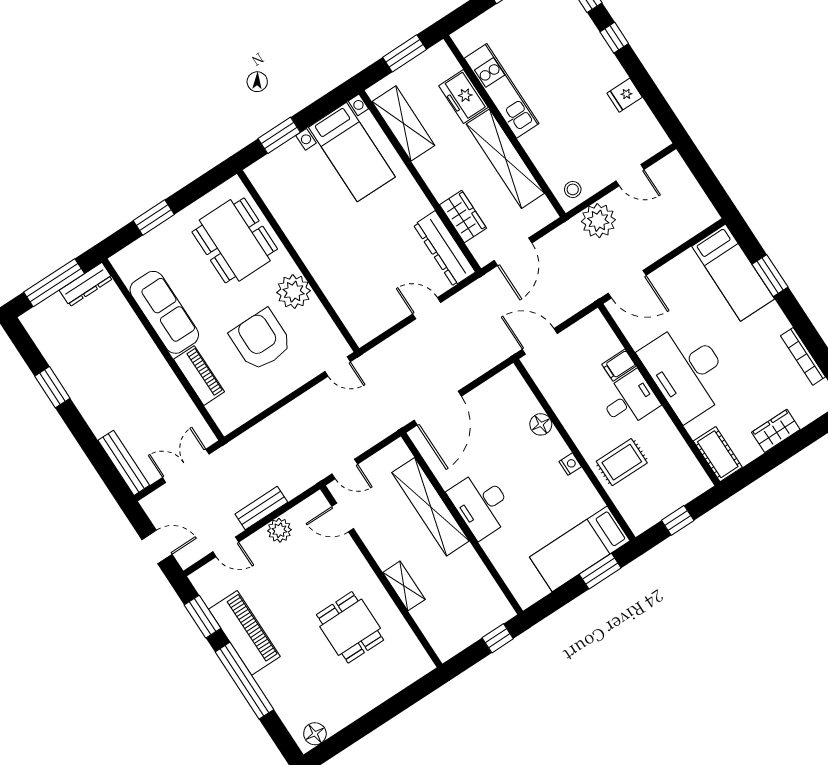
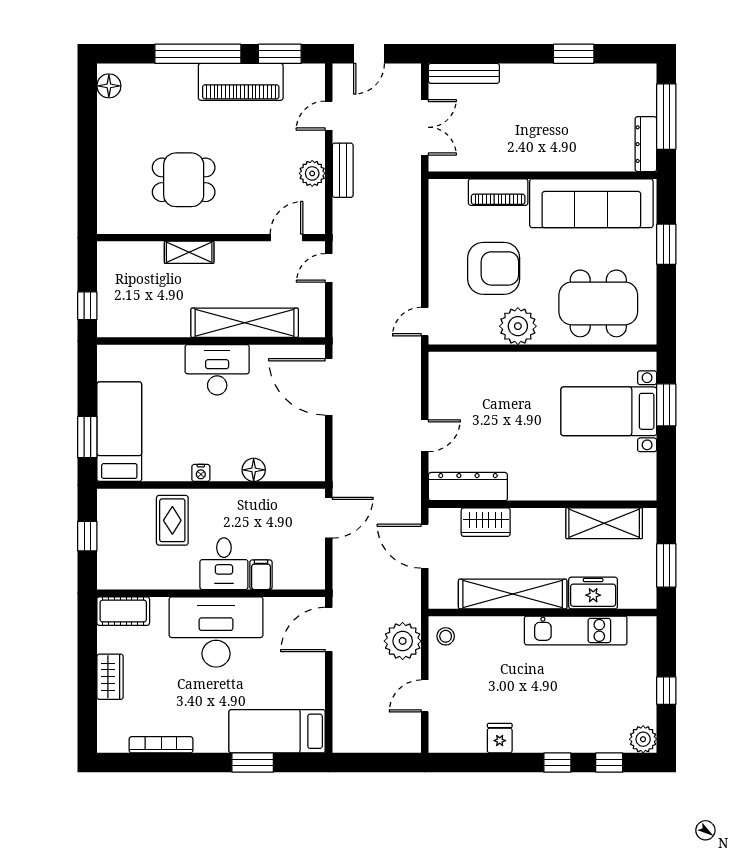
bed with nightstands: (352, 152) -> (609, 411), moved
sofa: (164, 312) -> (591, 203), width x1.36, depth x1.27

